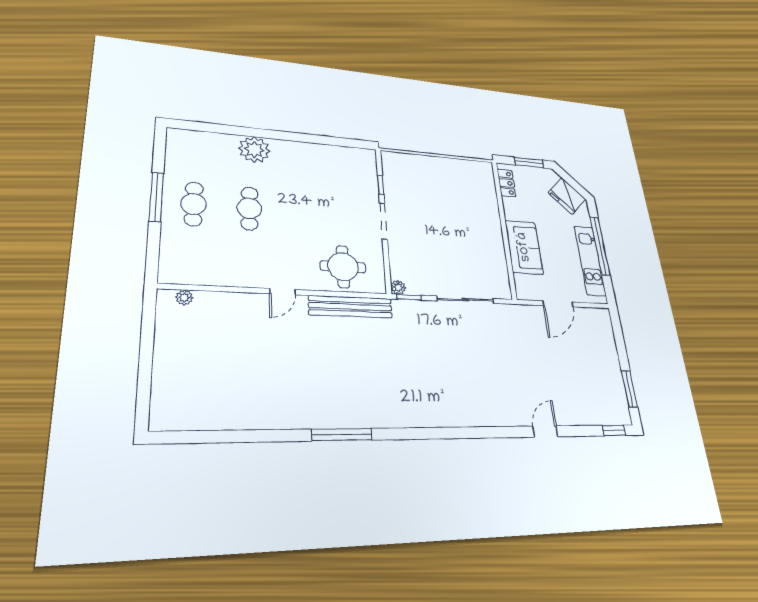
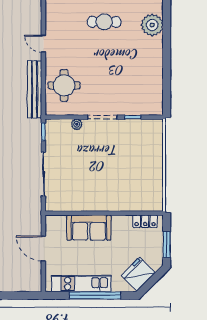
plant: (398, 287) -> (77, 124), moved

